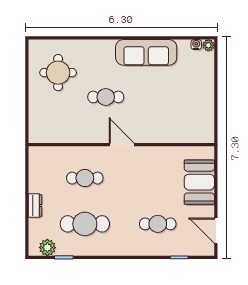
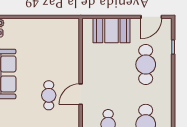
cafe table: (106, 97) -> (49, 95), moved
cafe table: (158, 224) -> (146, 65), width x1.37, depth x1.35

